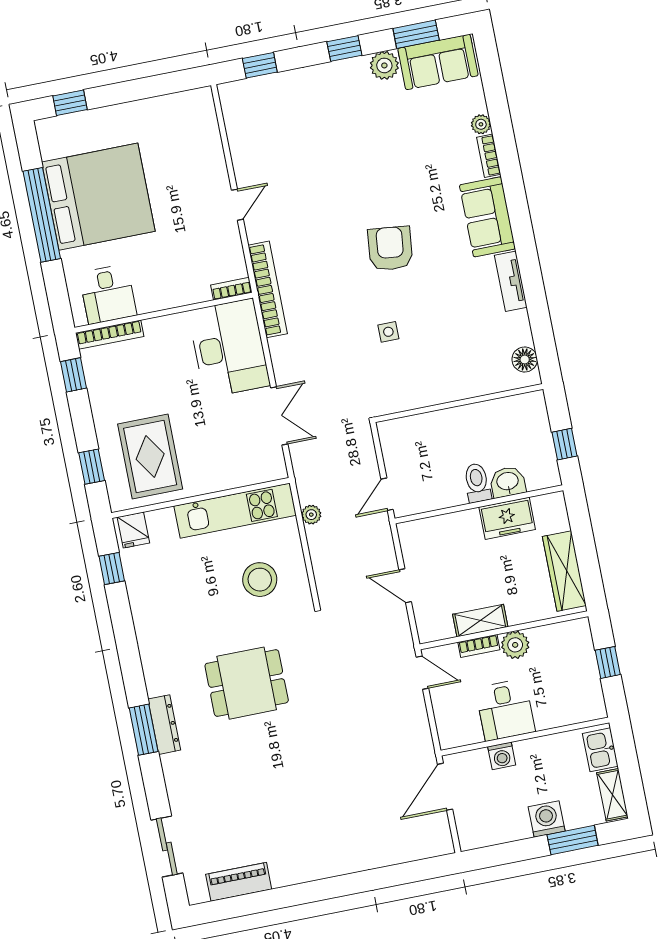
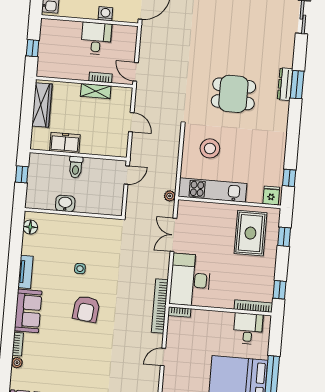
side table: (388, 332) -> (80, 269), moved
washbasin: (508, 482) -> (65, 203), moved, turned 180
plant: (311, 515) -> (170, 196), moved
plant: (515, 645) -> (80, 72), removed

